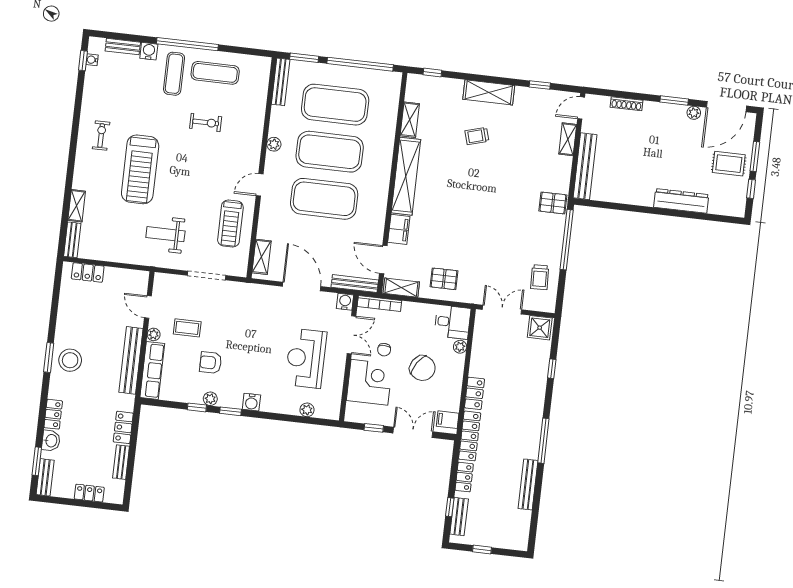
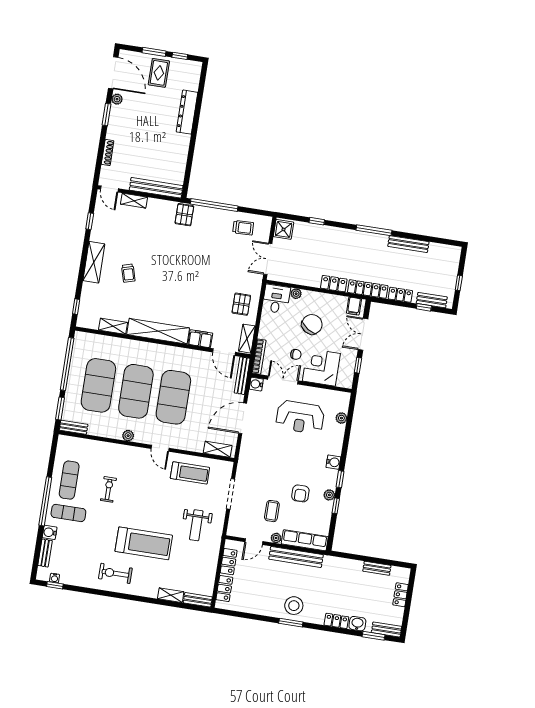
bench: (281, 82) -> (74, 427), width x0.73
exercise bike: (101, 135) -> (115, 573), width x1.38, depth x1.39
door: (383, 260) -> (224, 352), hinge flipped
locker: (123, 427) -> (229, 562), moved, turned -90

